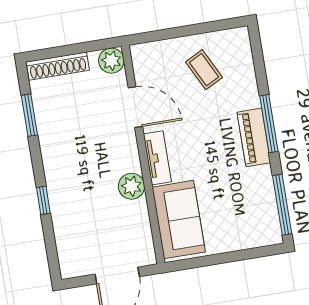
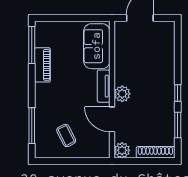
window: (269, 124) -> (32, 126), moved
piano: (254, 137) -> (42, 65), moved
plant: (132, 186) -> (122, 94), moved
window: (43, 200) -> (178, 93), moved

